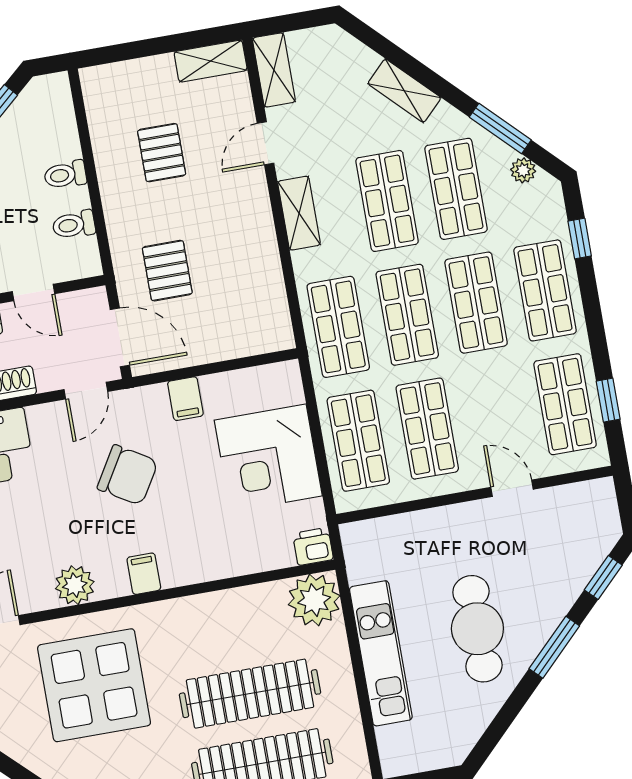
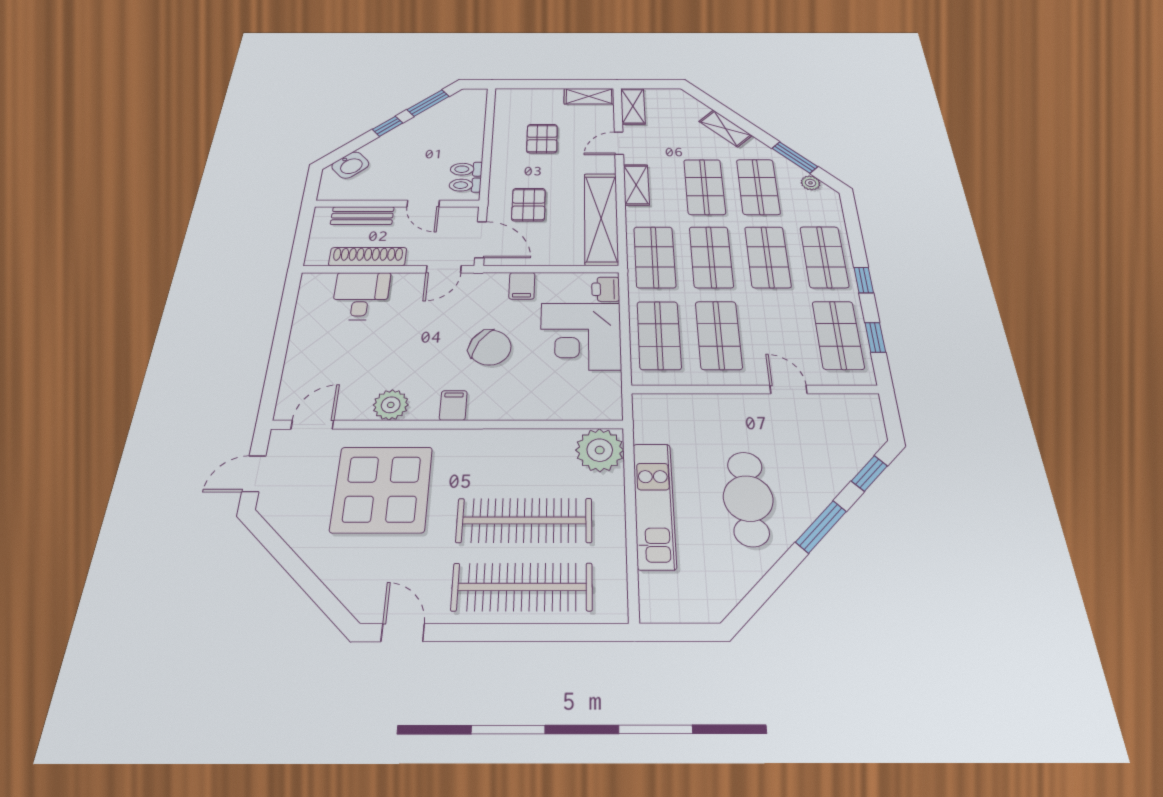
toilet: (65, 175) -> (465, 185), moved
window: (580, 239) -> (864, 280), moved
shelving: (263, 277) -> (601, 218), added
chair: (128, 475) -> (490, 347), moved
printer: (313, 546) -> (606, 289), moved, turned -90

